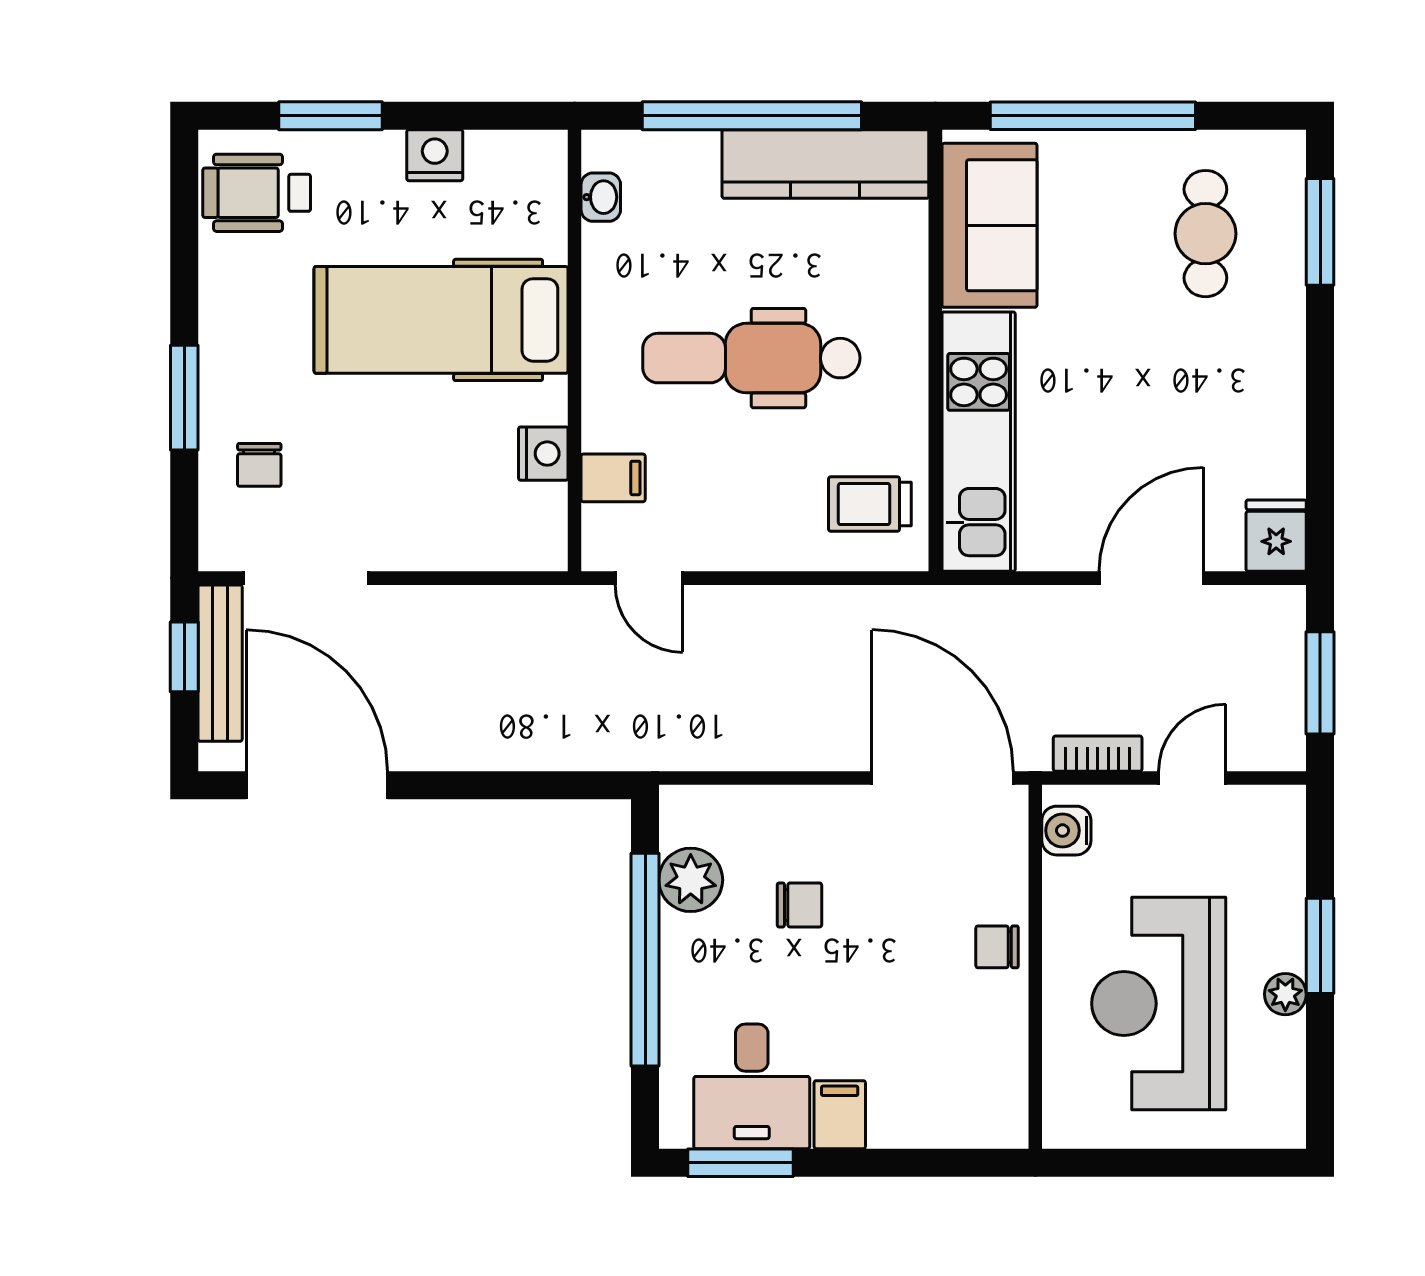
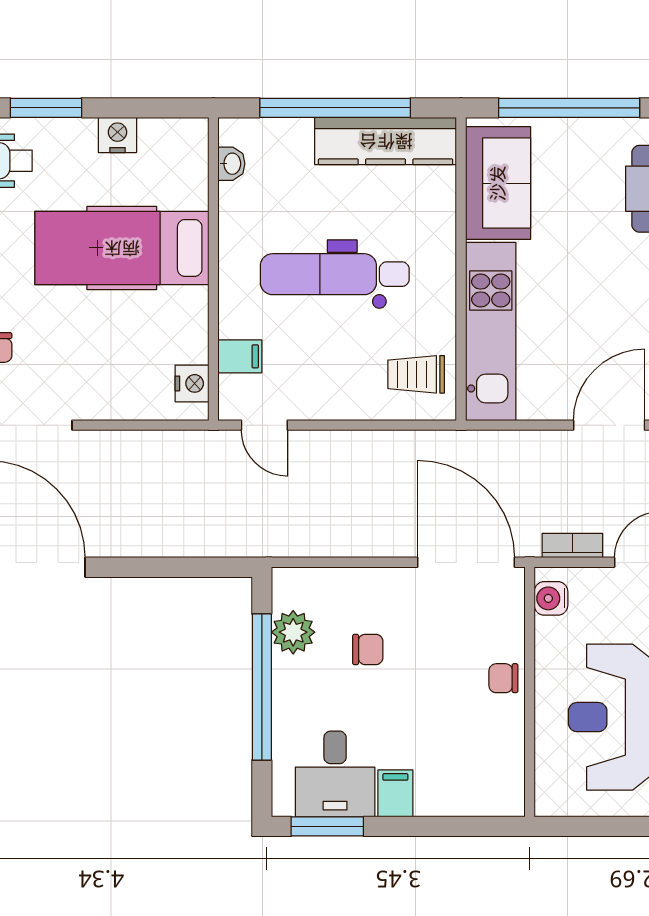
nightstand: (543, 454) -> (192, 383), moved

